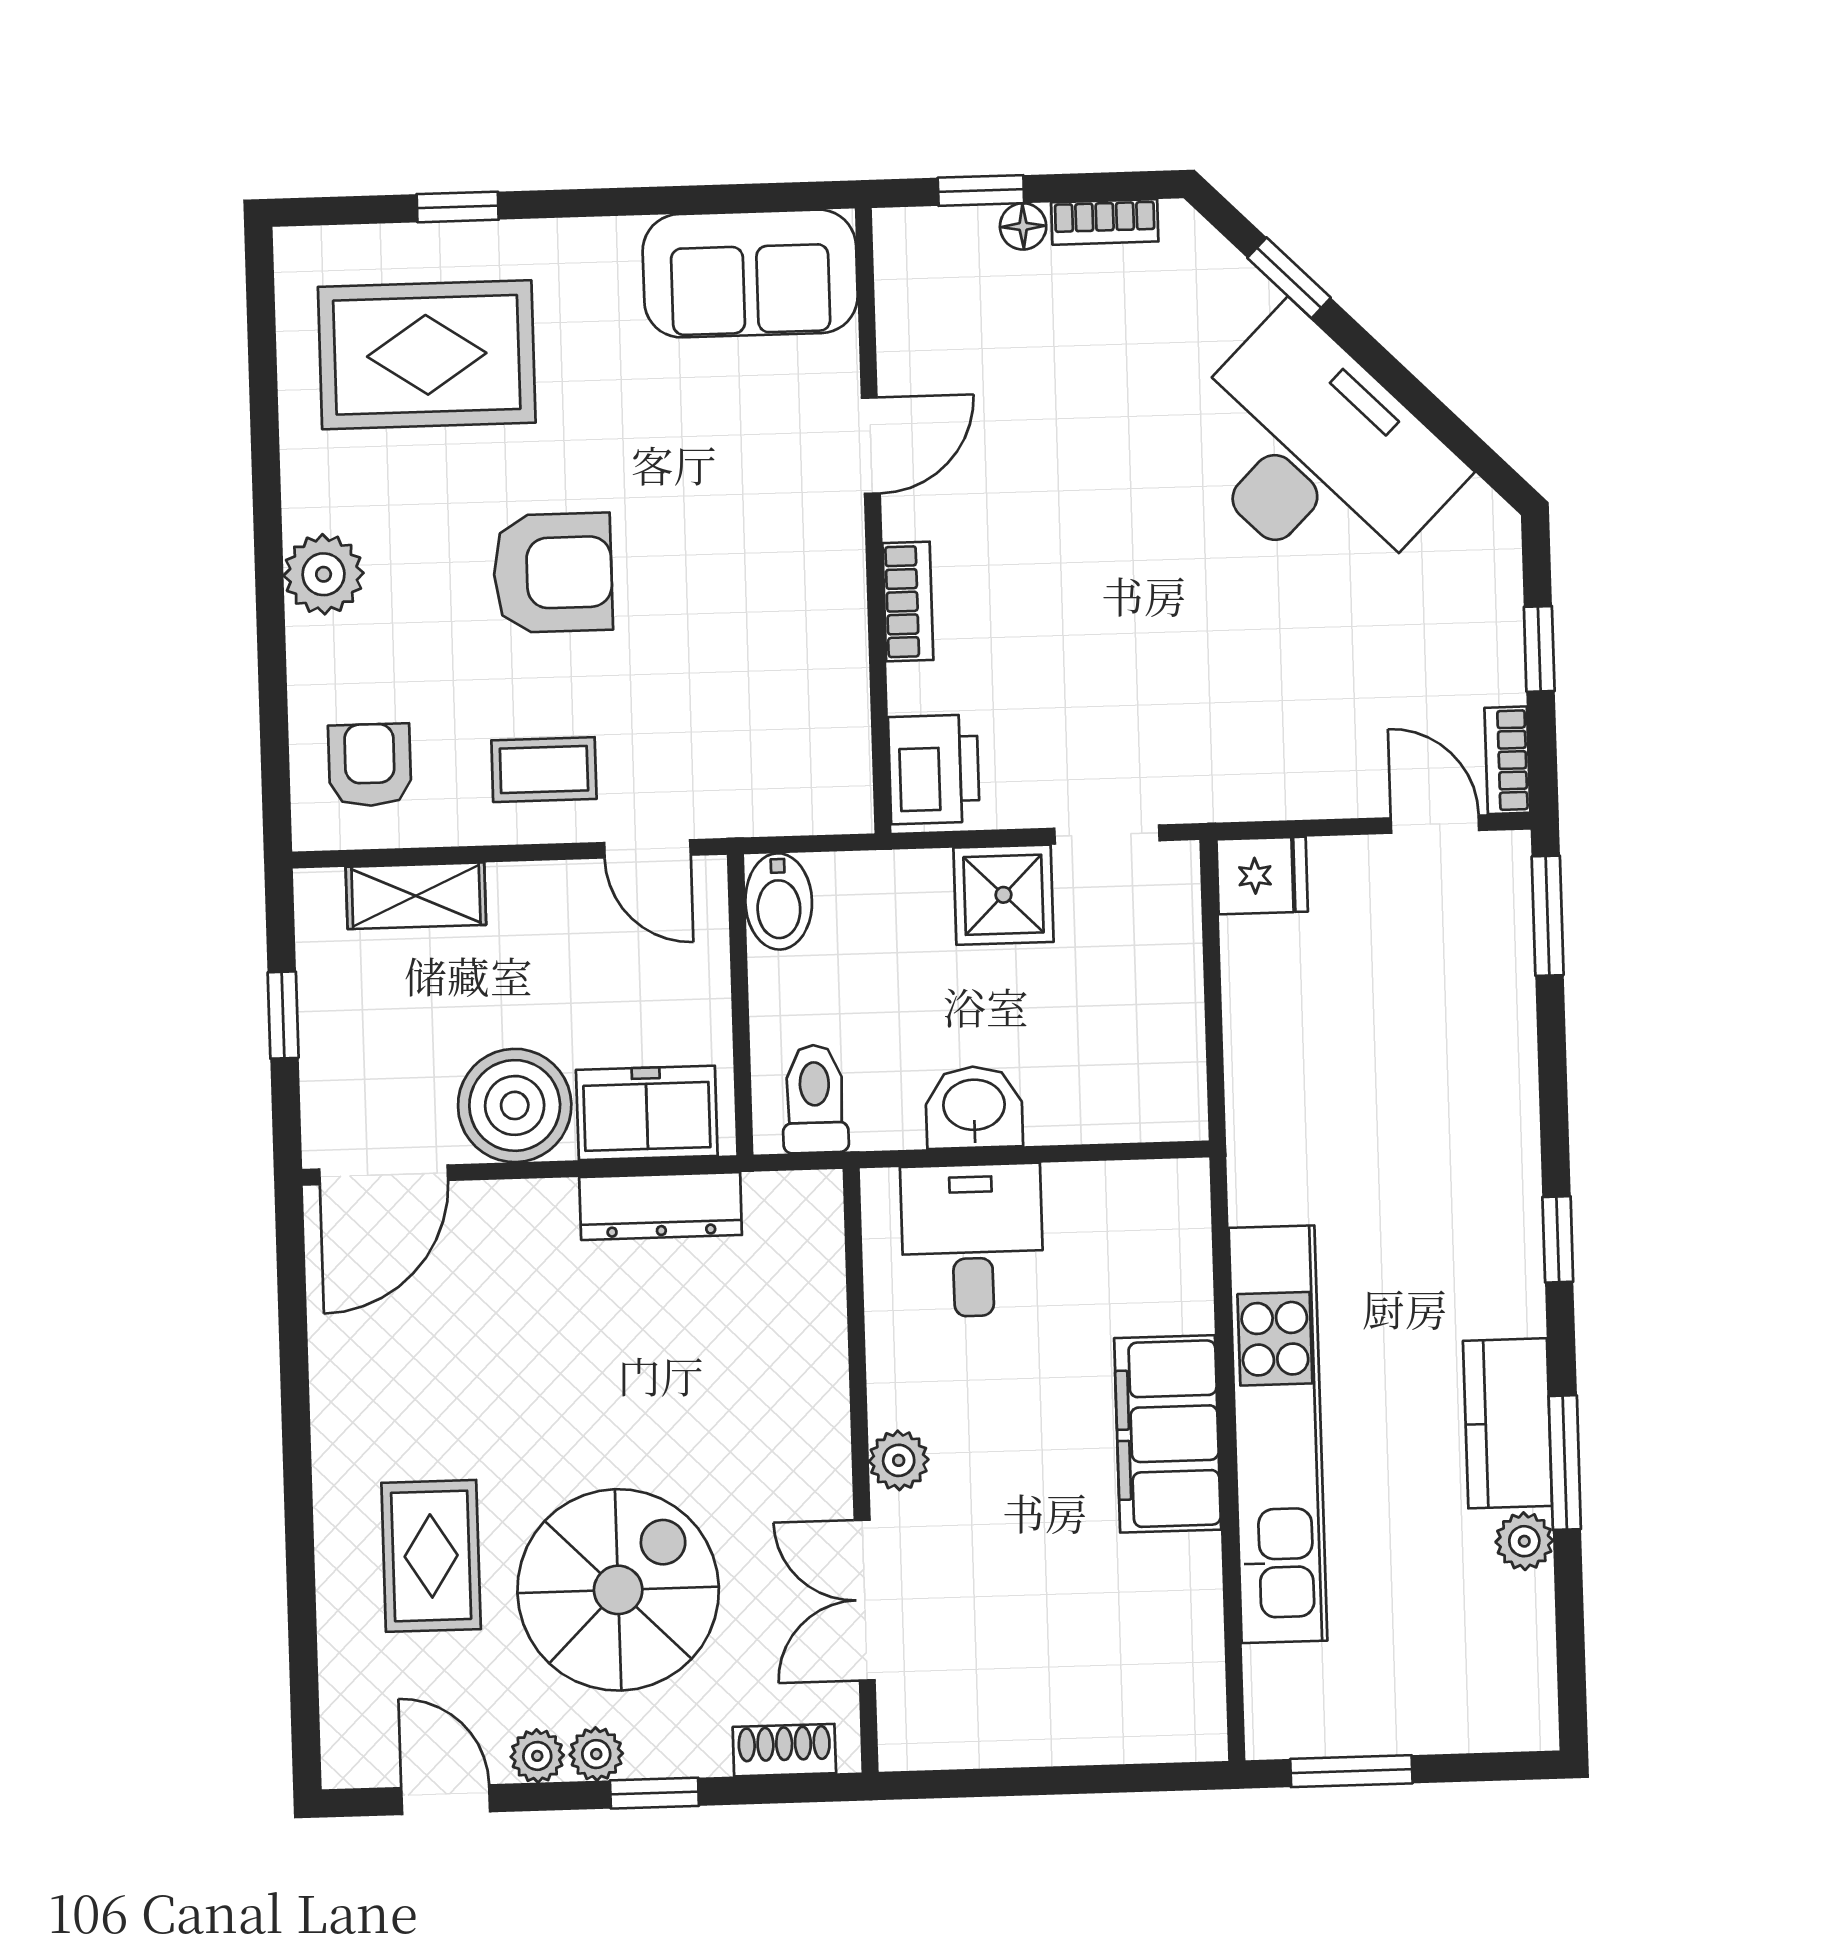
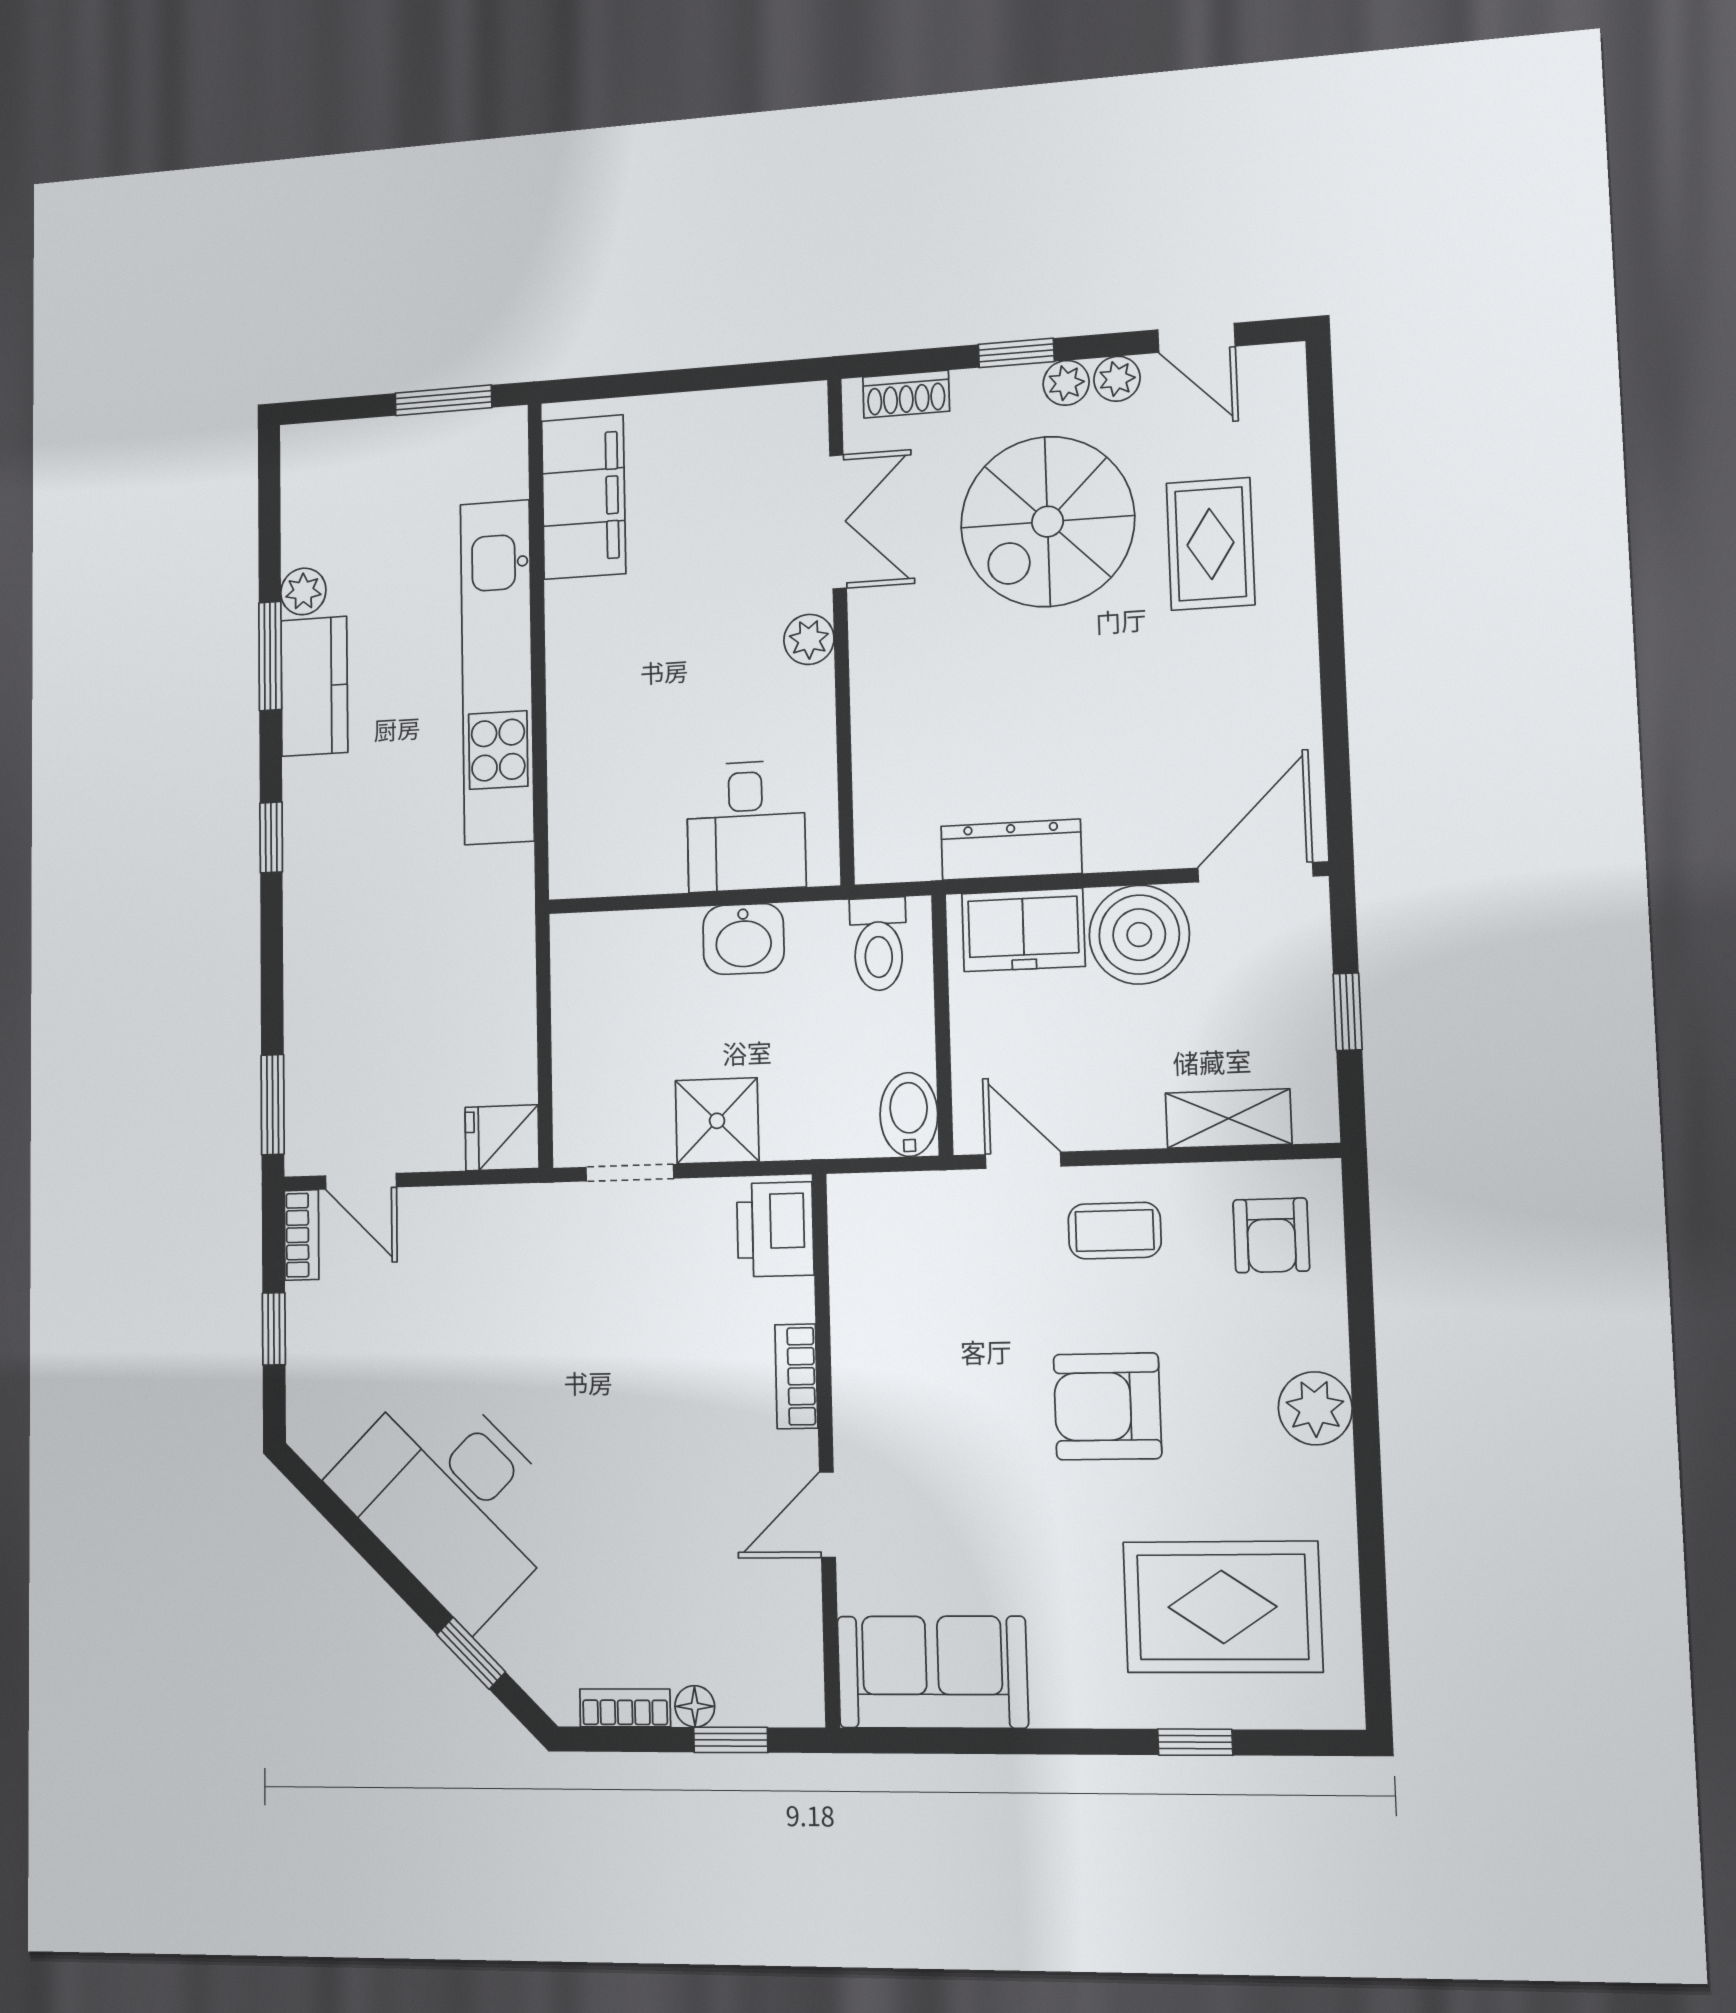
filing cabinet: (1168, 1434) -> (584, 497), moved

